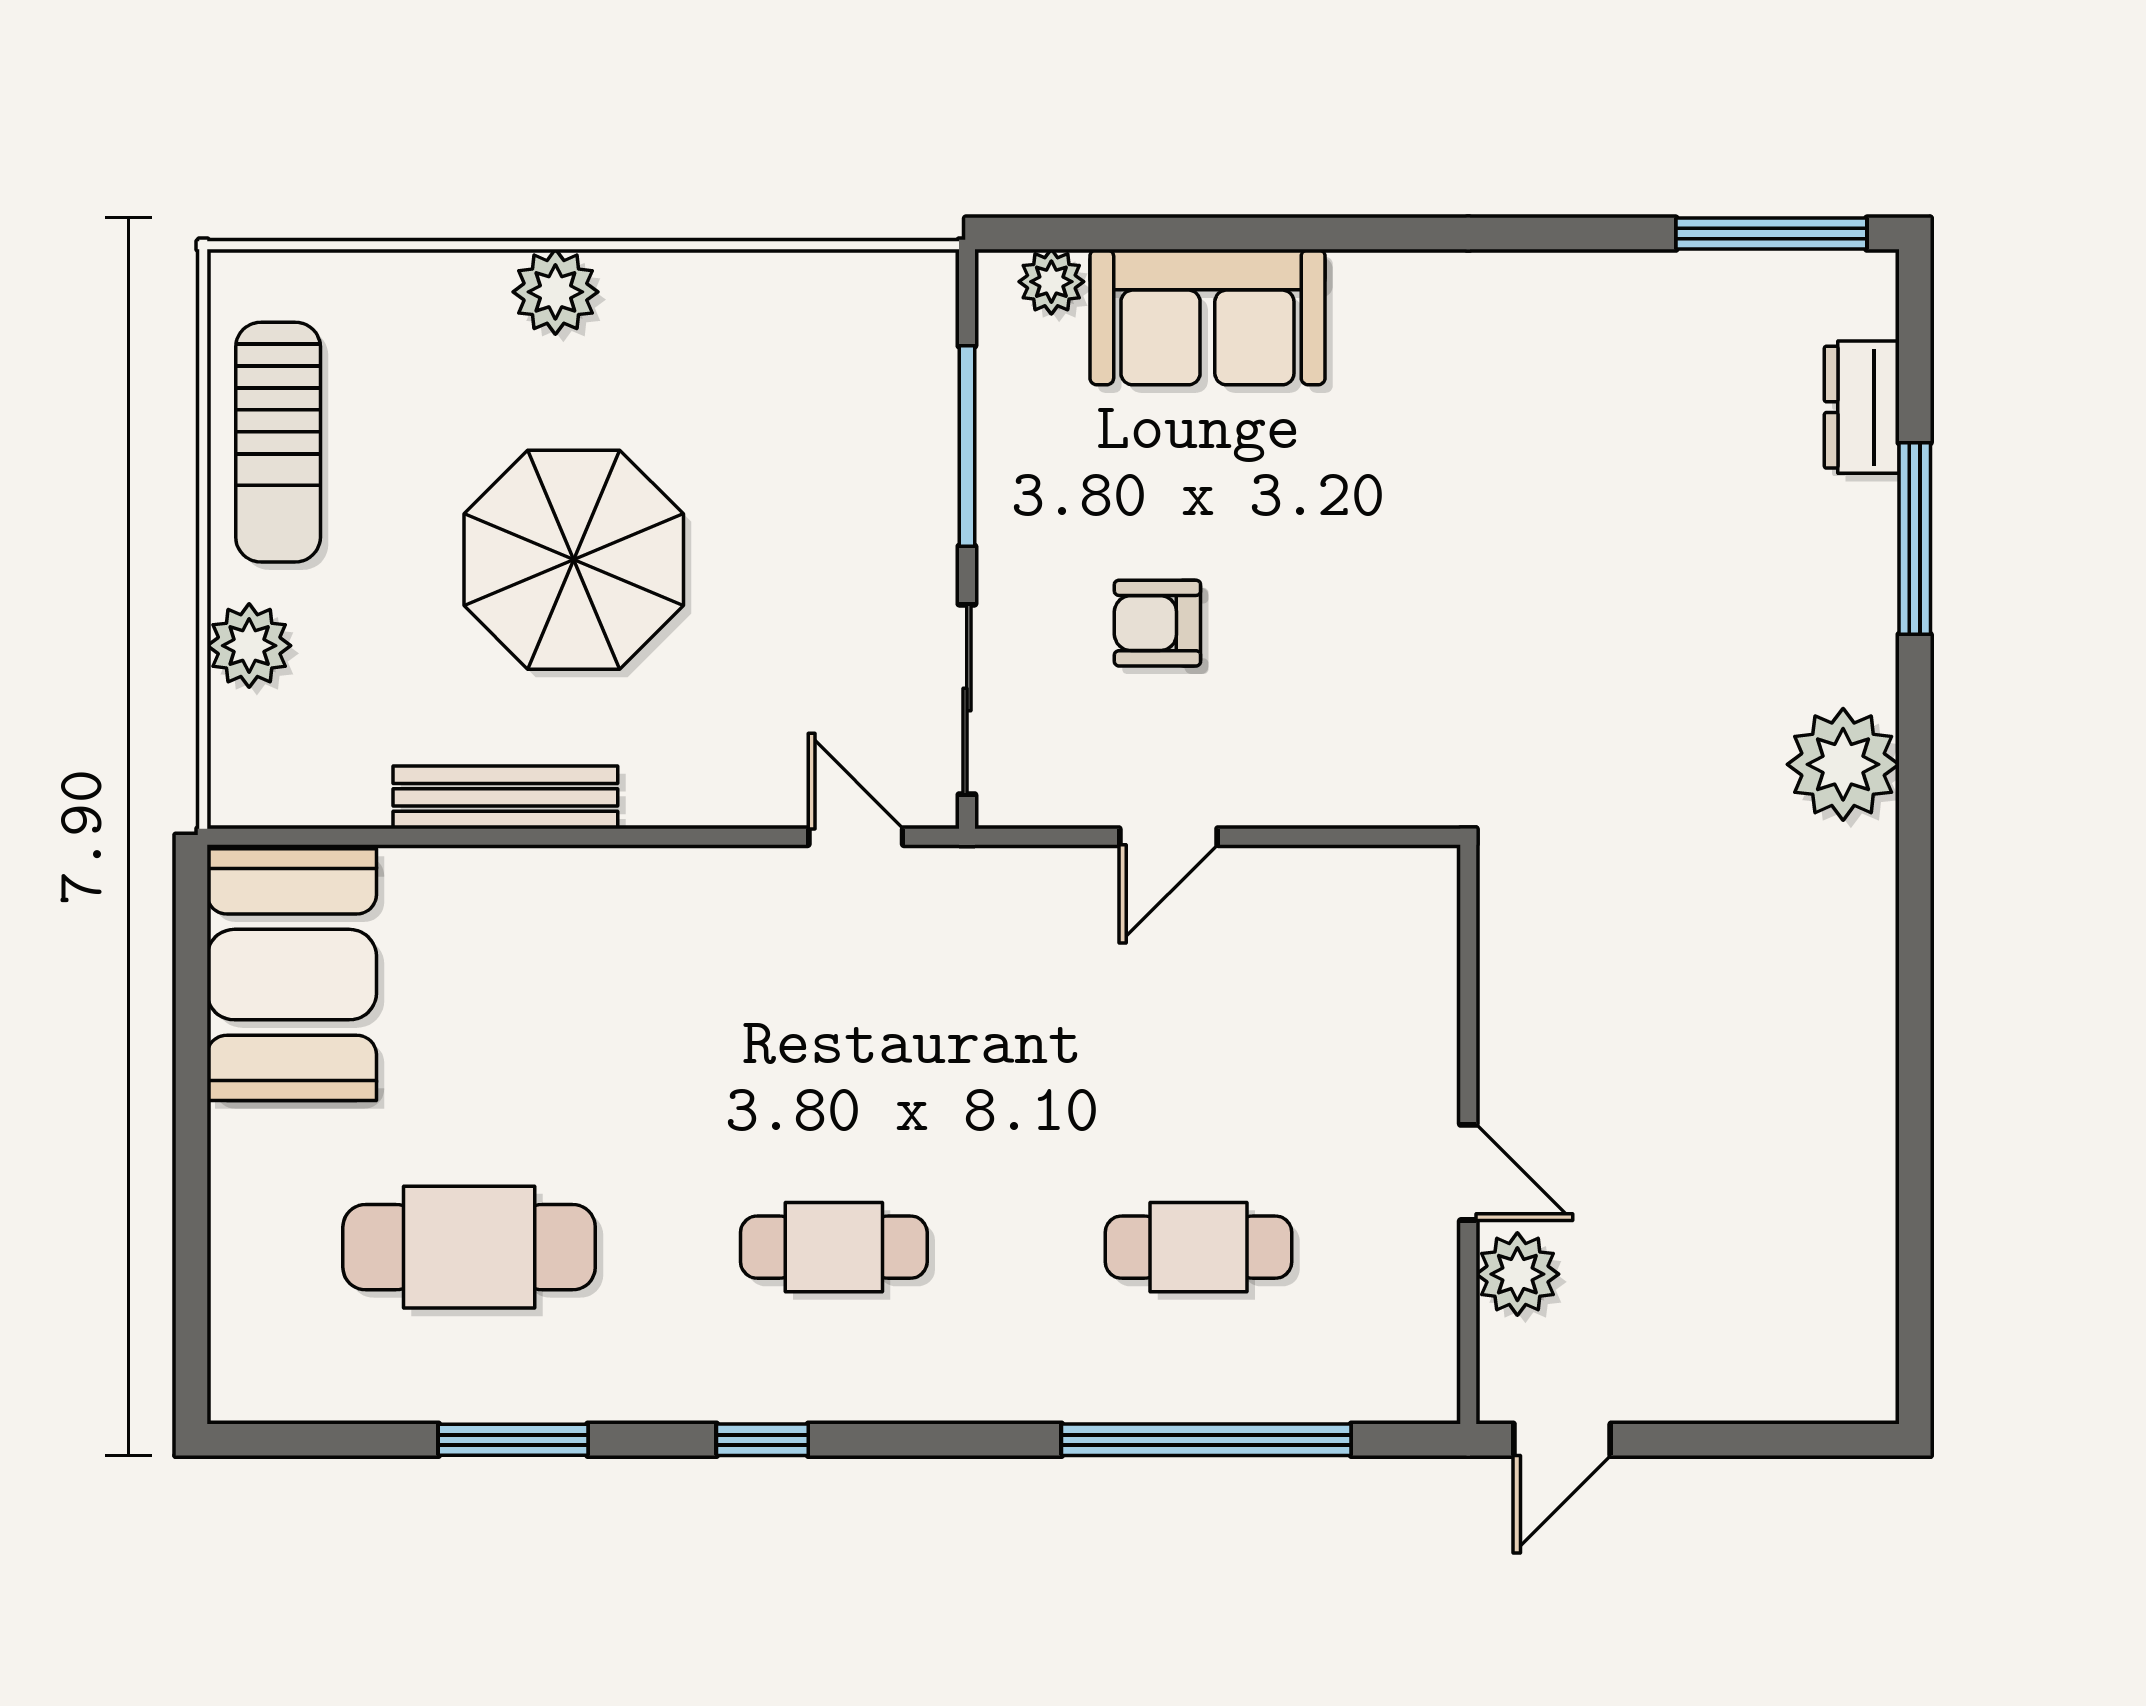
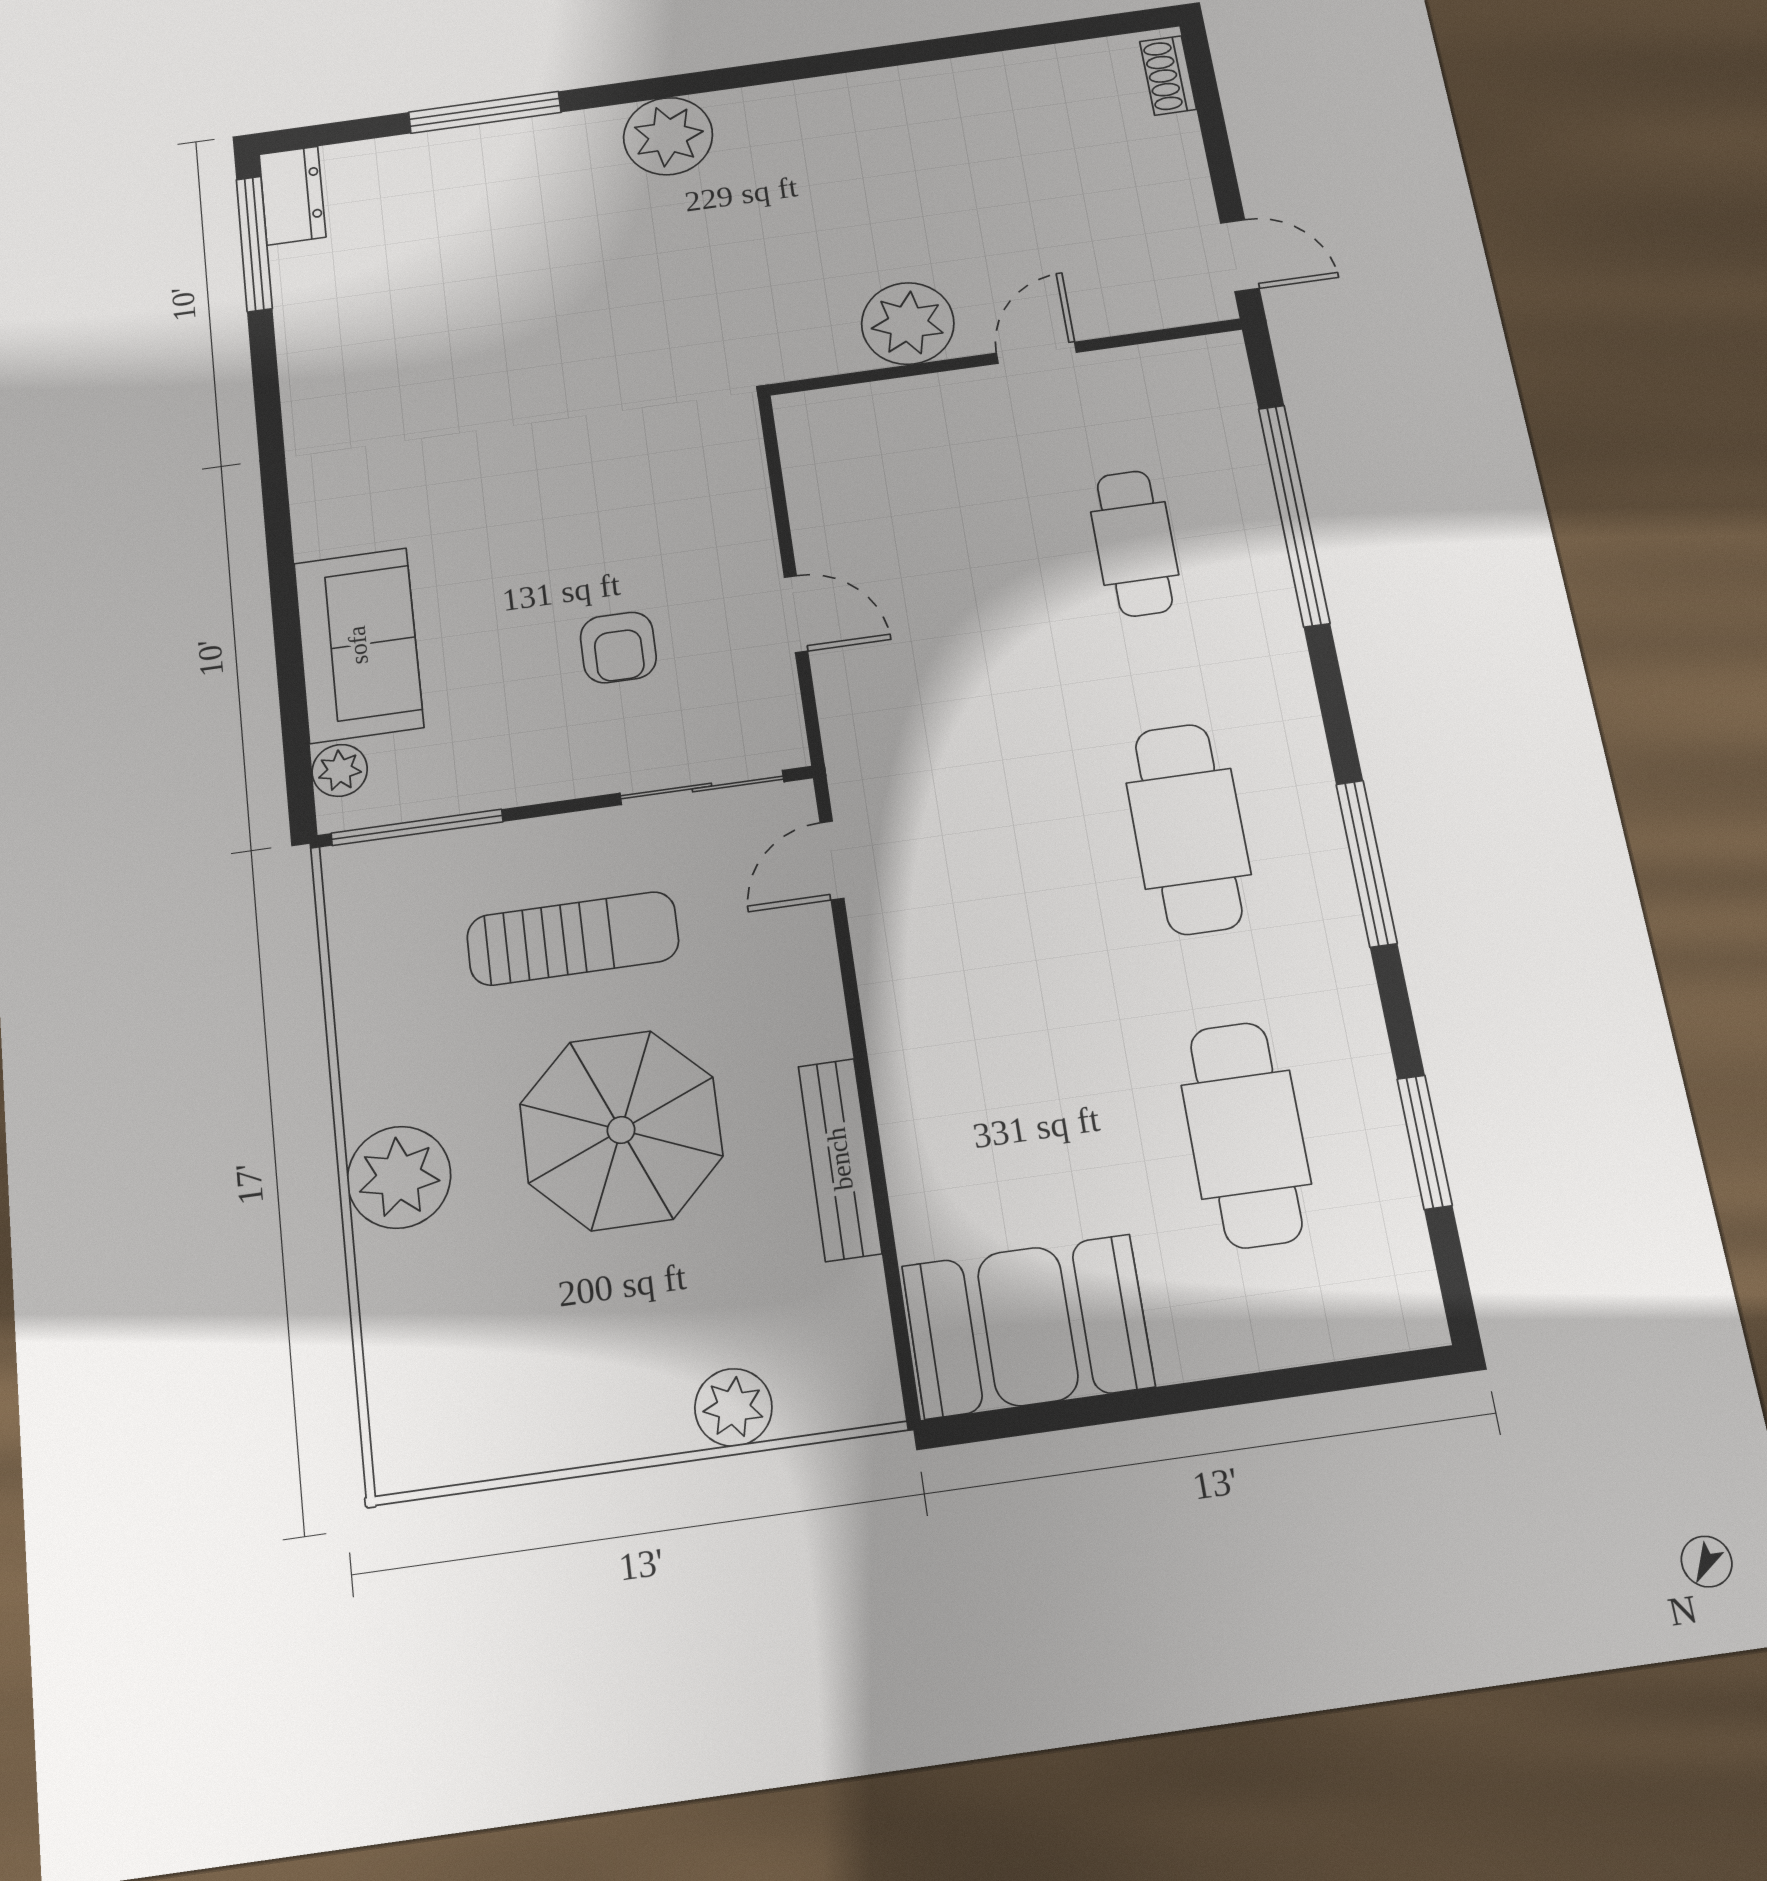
plant: (555, 292) -> (399, 1177), width x1.36, depth x1.36
dresser: (1862, 407) -> (292, 196), moved, turned -90
sun lounger: (278, 442) -> (573, 938), moved
window: (967, 446) -> (417, 827), moved
cafe table: (834, 1247) -> (1188, 829), width x1.37, depth x1.35
plant: (1517, 1274) -> (908, 323), moved, width x1.36, depth x1.36
shoe rack: (1830, 1398) -> (1168, 75), added
window: (513, 1440) -> (1425, 1142), moved
window: (762, 1440) -> (1366, 863), width x2.17

